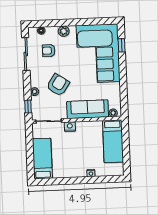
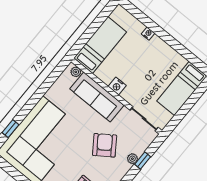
armchair: (58, 85) -> (105, 145), turned 111
window: (28, 107) -> (143, 161), moved
nightstand: (70, 127) -> (117, 86), moved

